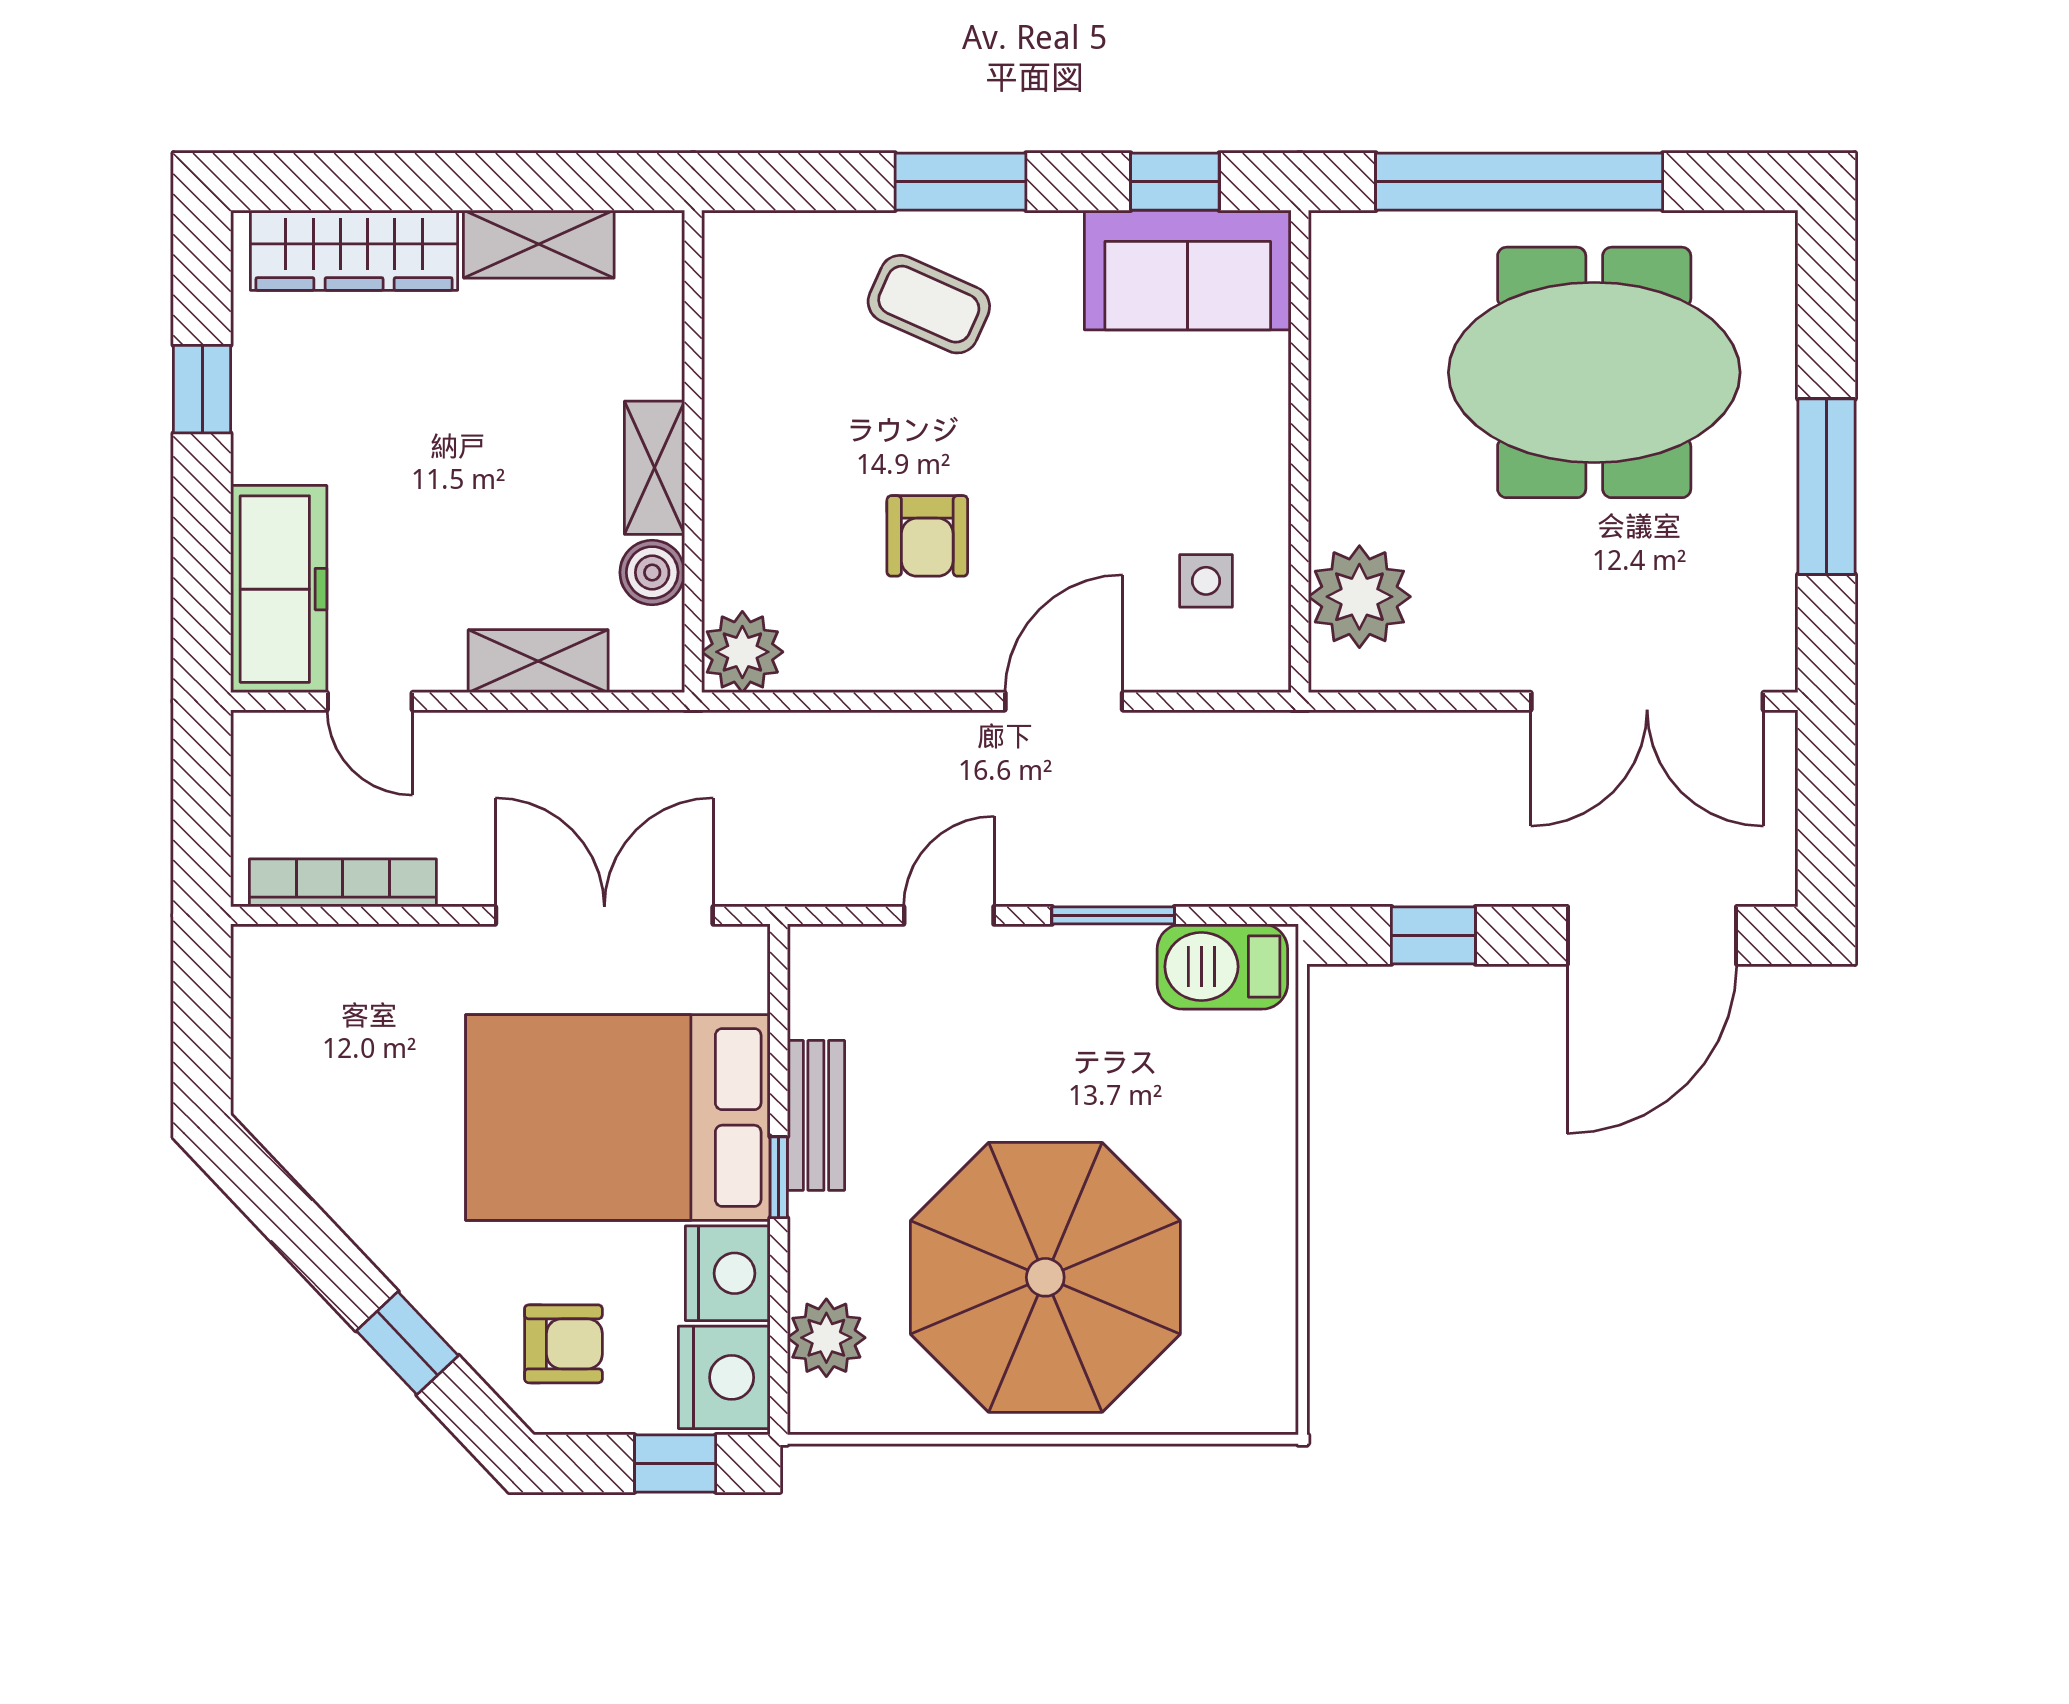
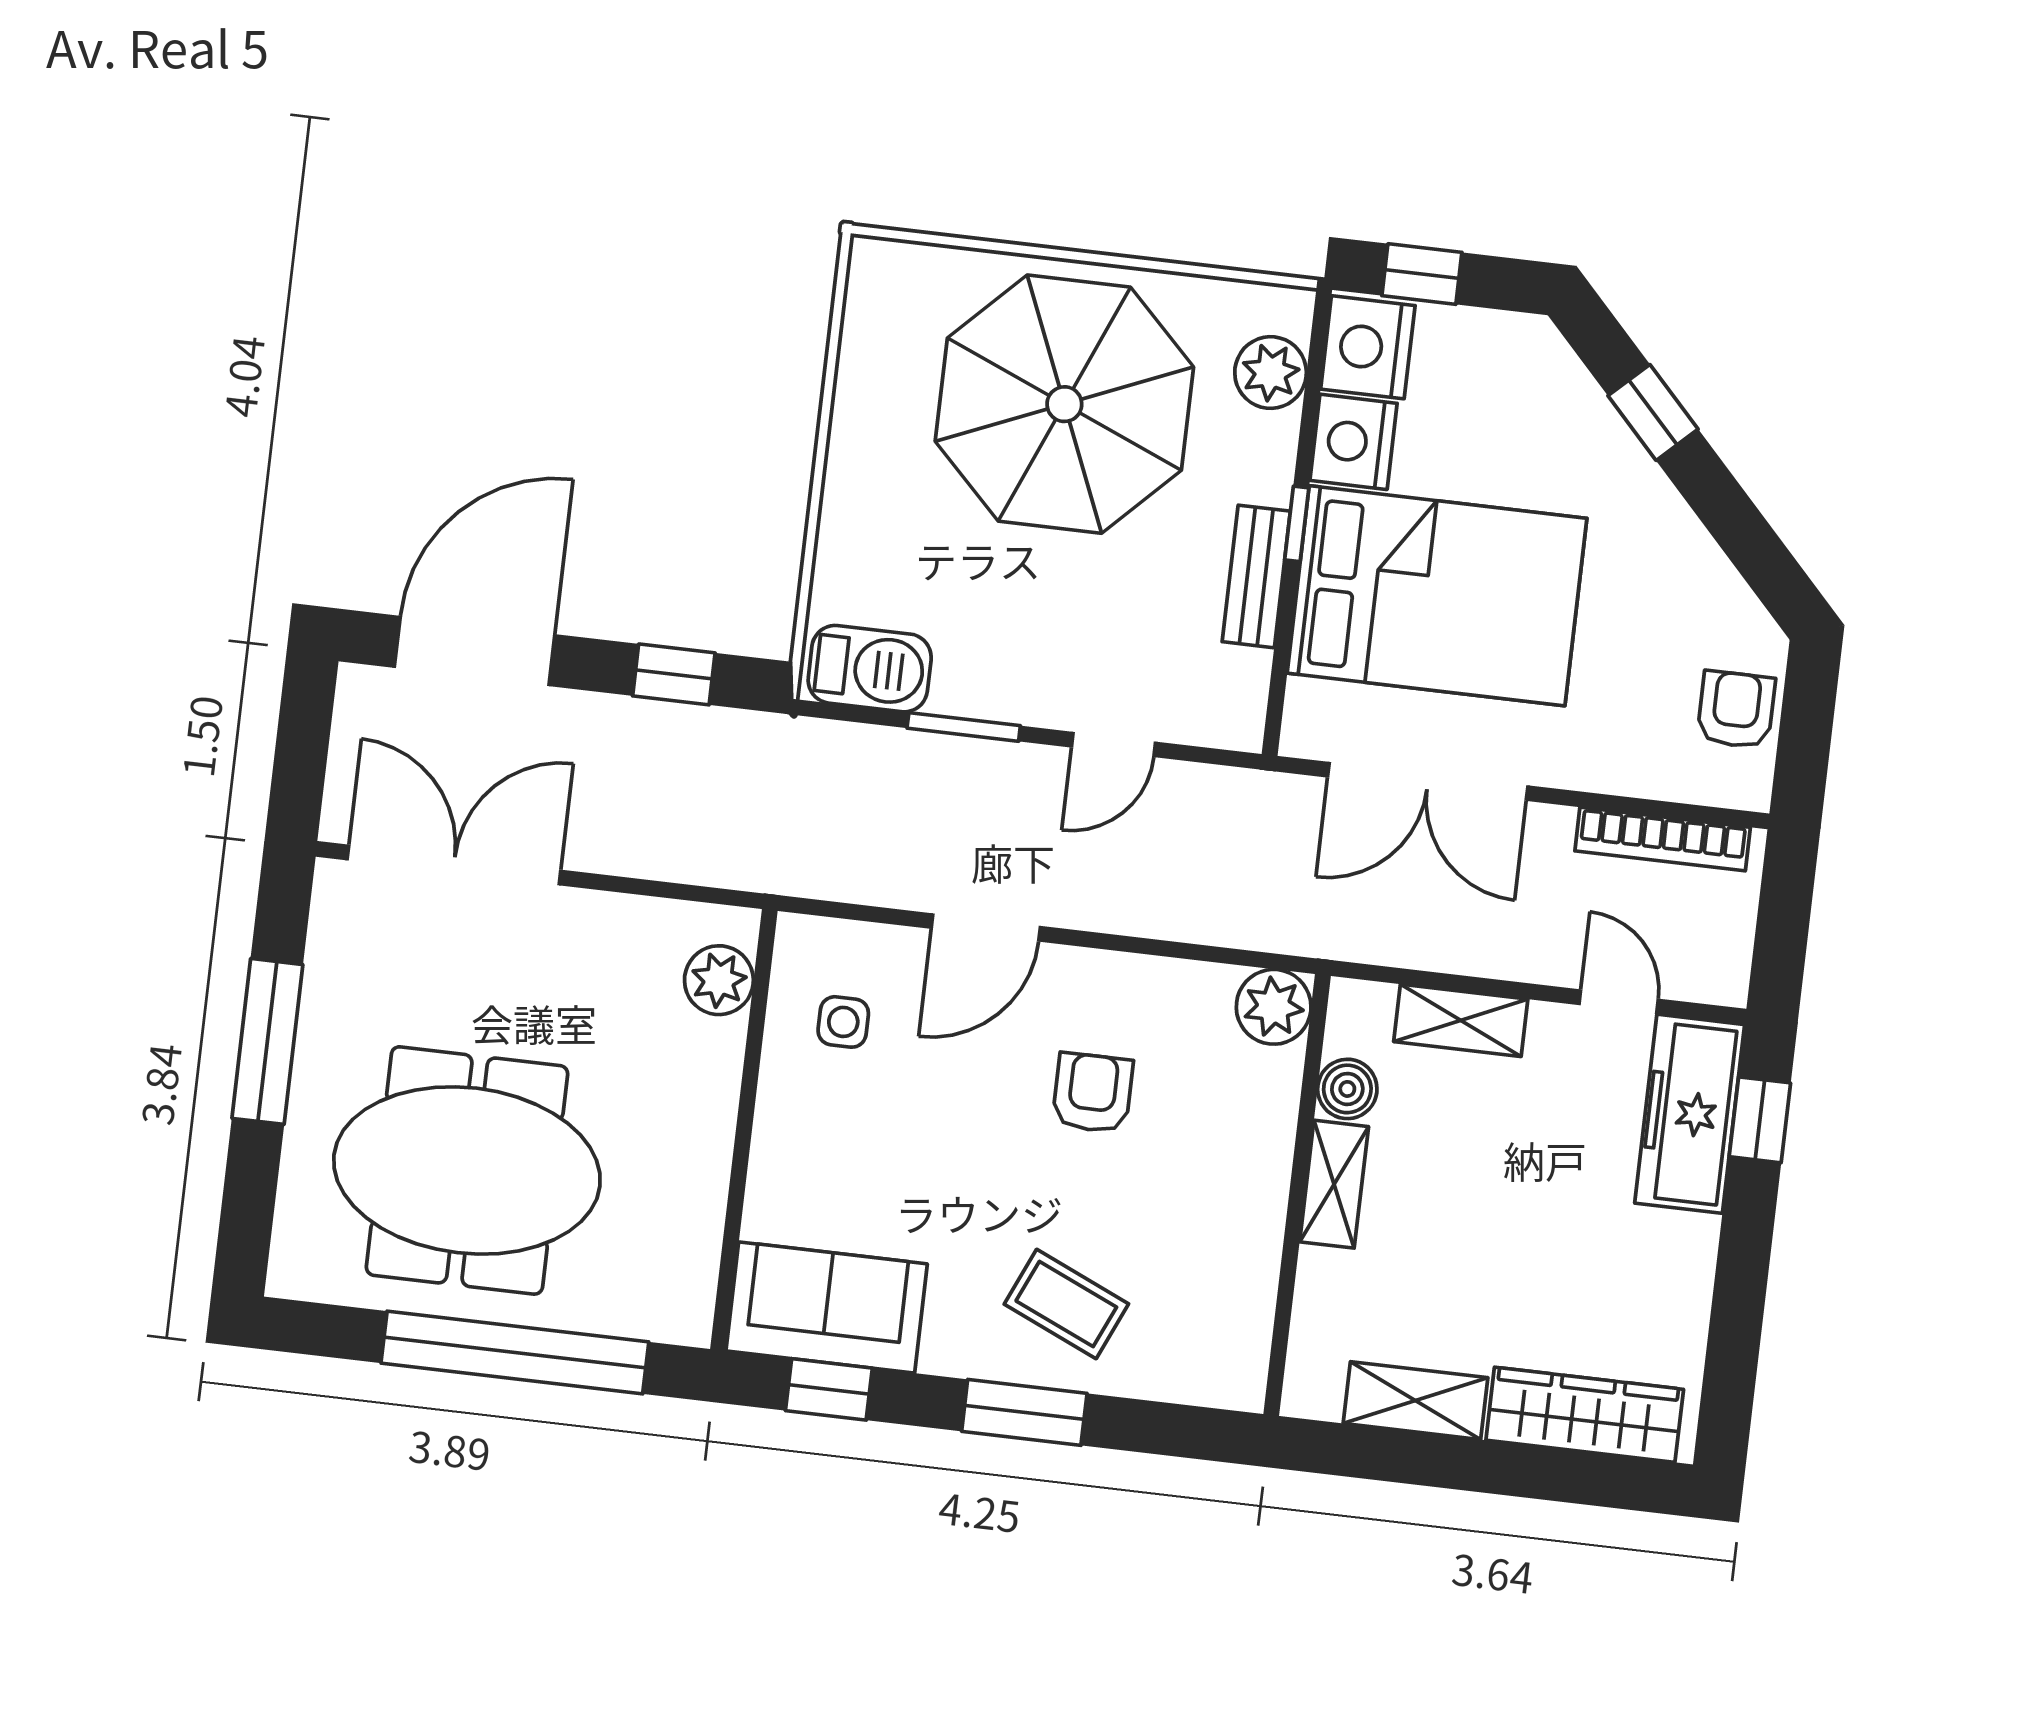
window: (202, 389) -> (1760, 1120), moved
plant: (1359, 597) -> (719, 980), width x0.73, depth x0.73
armchair: (563, 1344) -> (1736, 710), moved, turned 90

